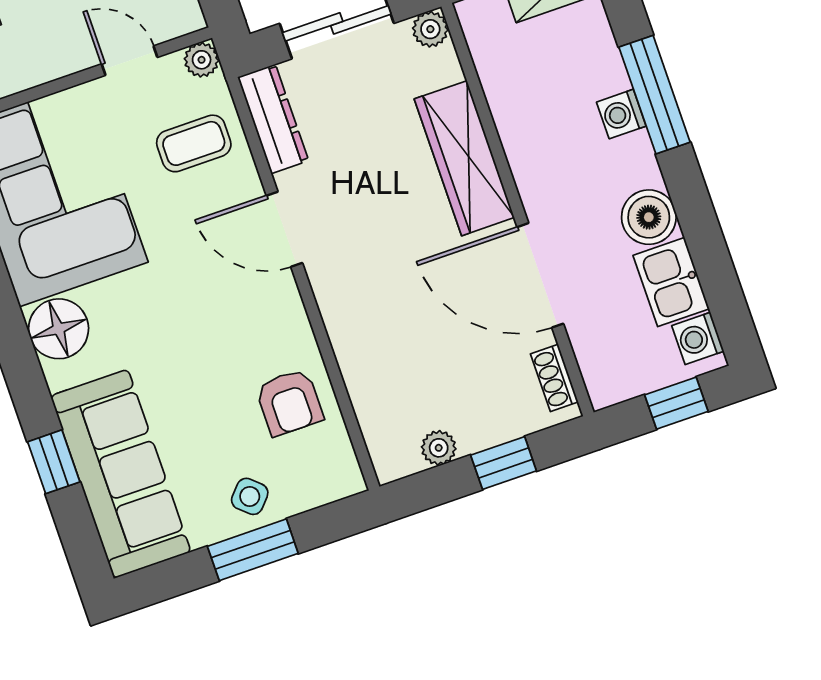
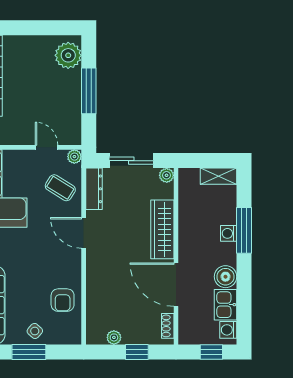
coffee table: (194, 143) -> (60, 188), turned 32

